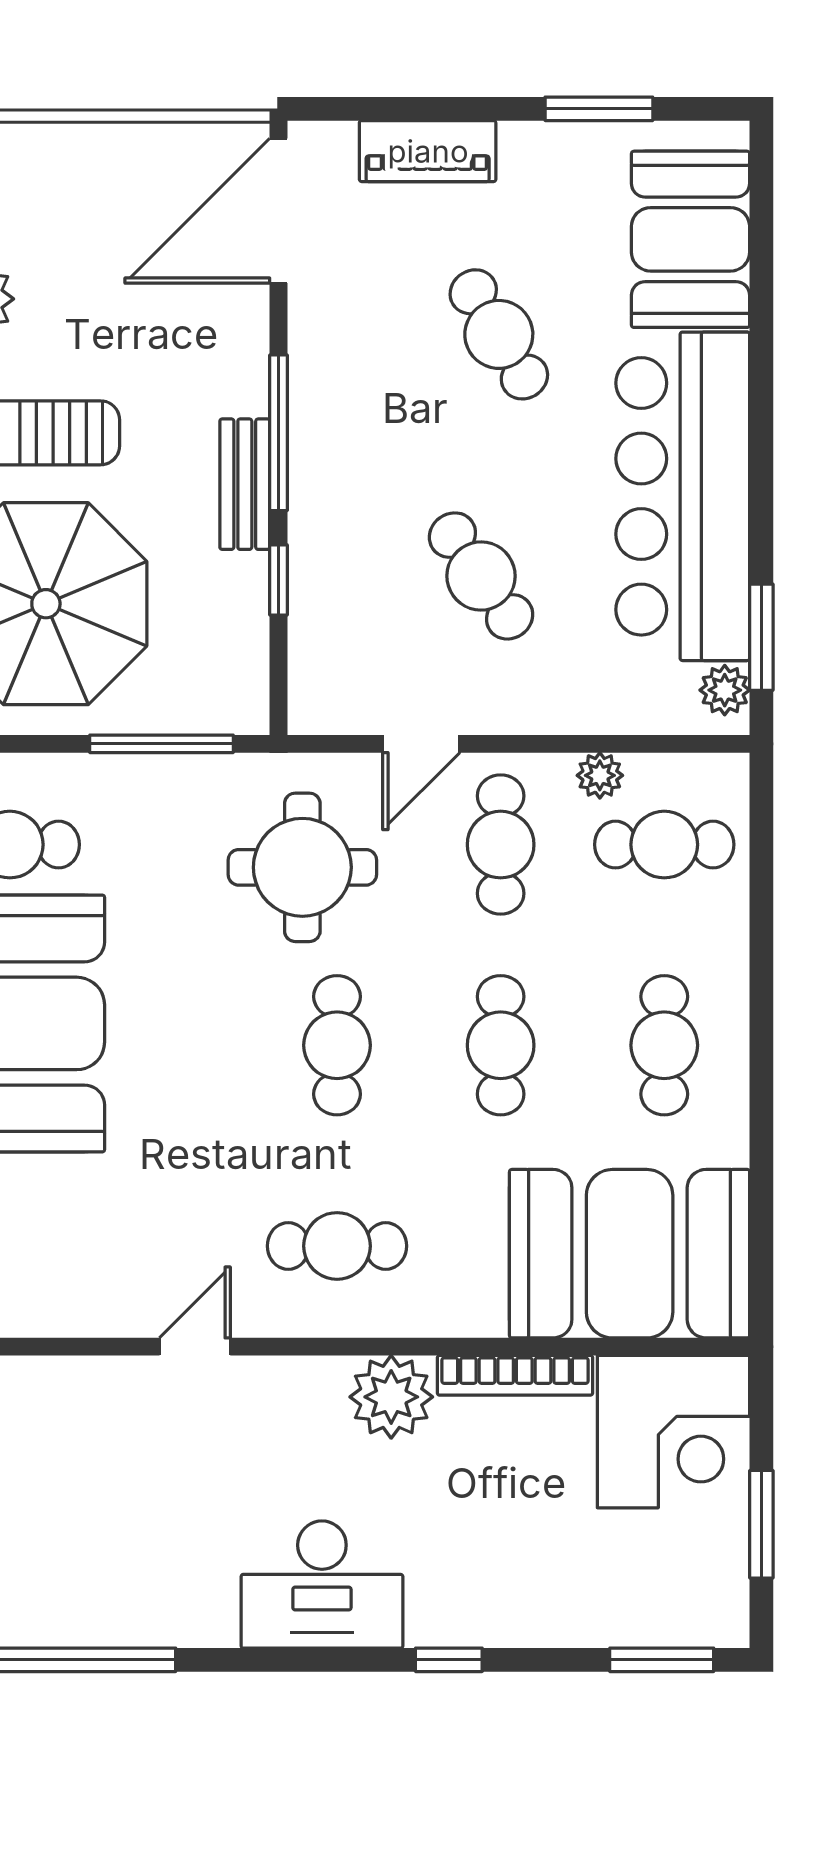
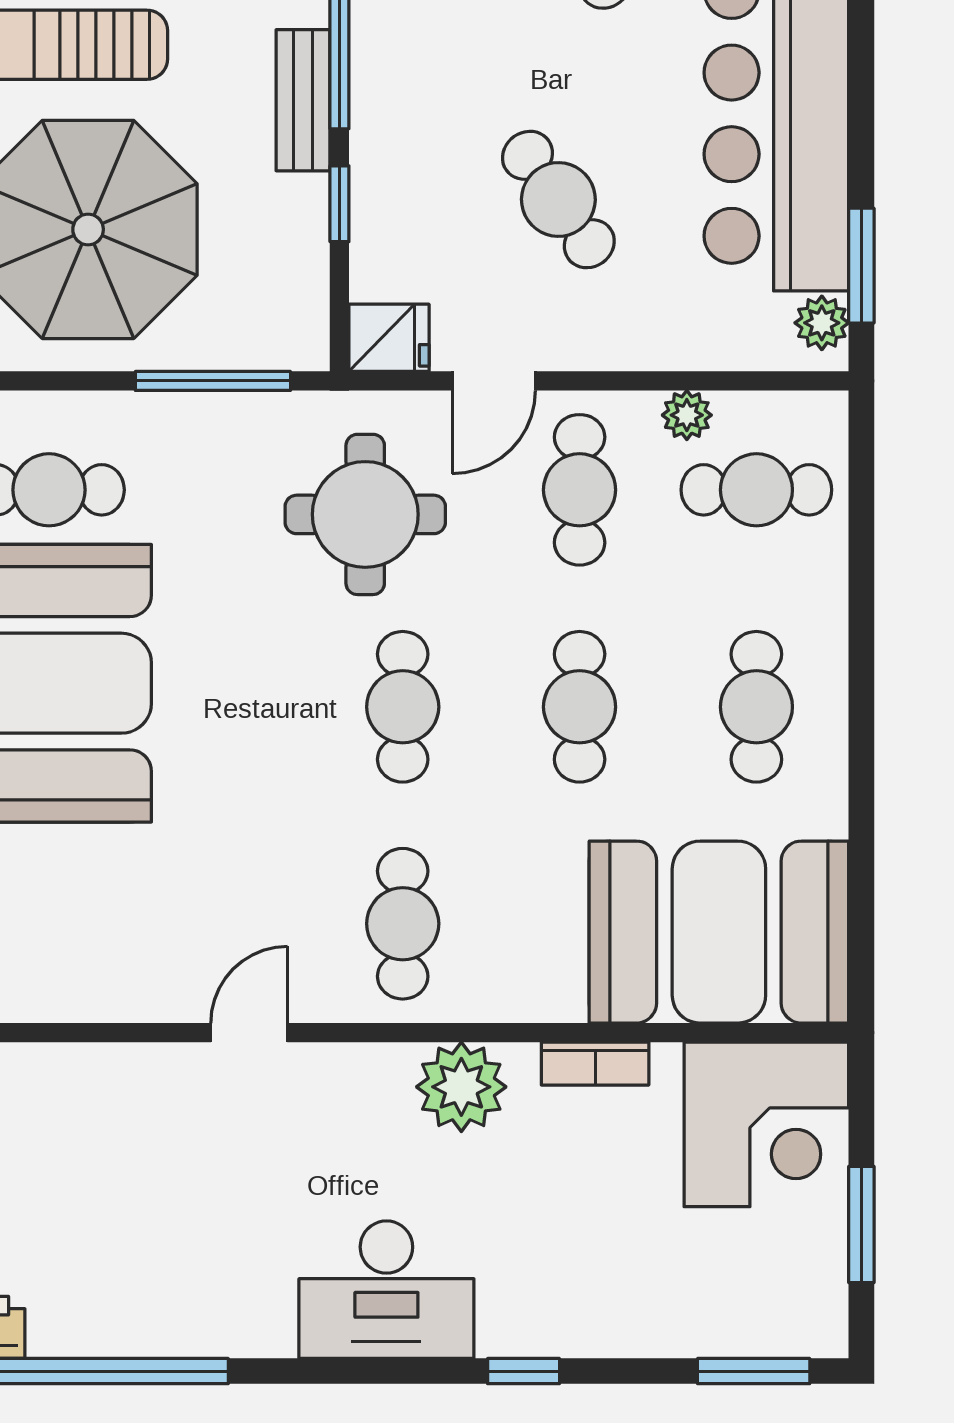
fridge: (324, 704) -> (389, 338), added
cafe table: (337, 1246) -> (403, 924), turned 90
bookcase: (515, 1375) -> (595, 1064), width x0.64

